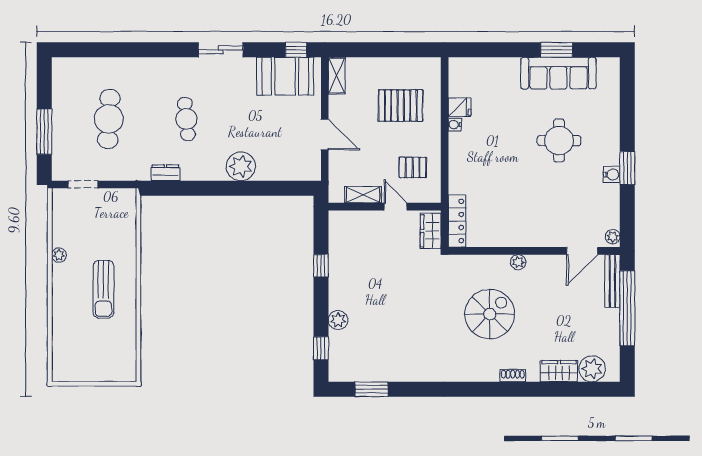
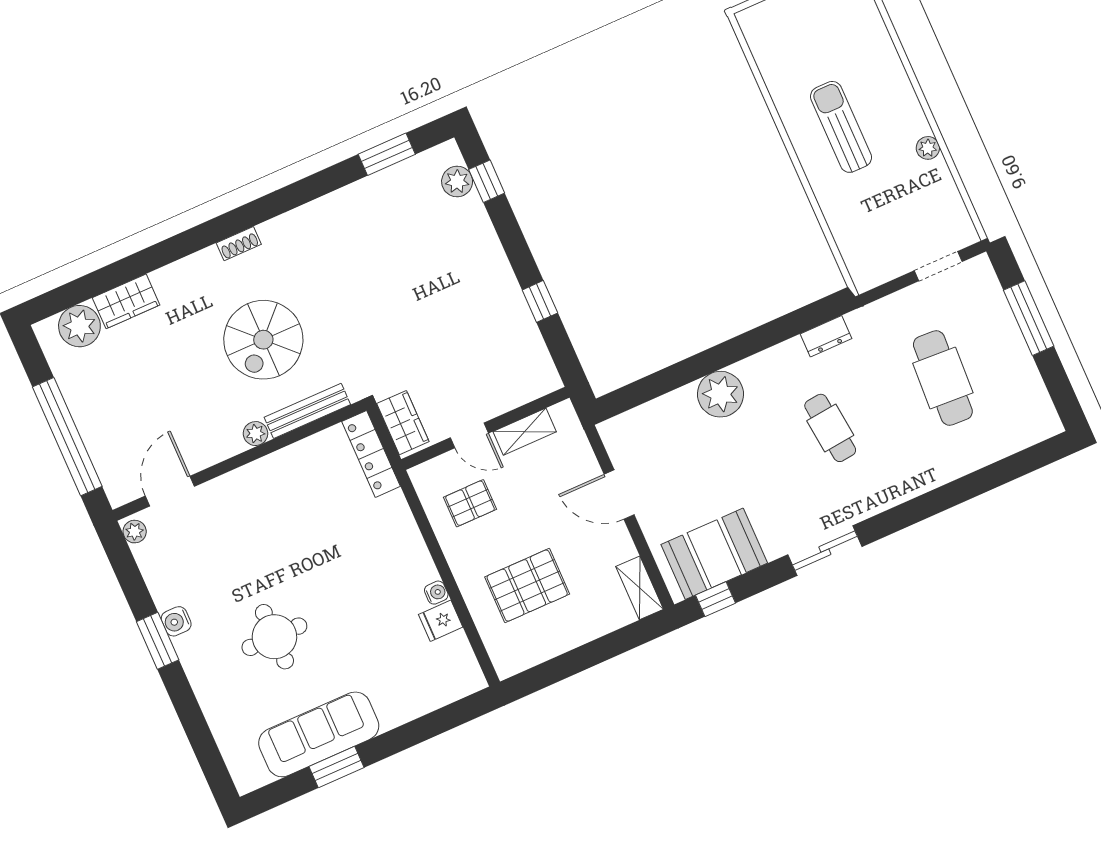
bench: (612, 281) -> (307, 411), moved, turned 90
plant: (338, 320) -> (457, 181), moved
shoe rack: (513, 376) -> (239, 244), moved

